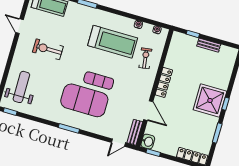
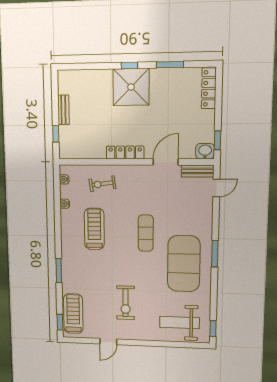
treadmill: (113, 42) -> (94, 229), width x0.73, depth x0.73
exercise mat: (84, 100) -> (184, 264), moved
door: (118, 143) -> (216, 188), hinge flipped

